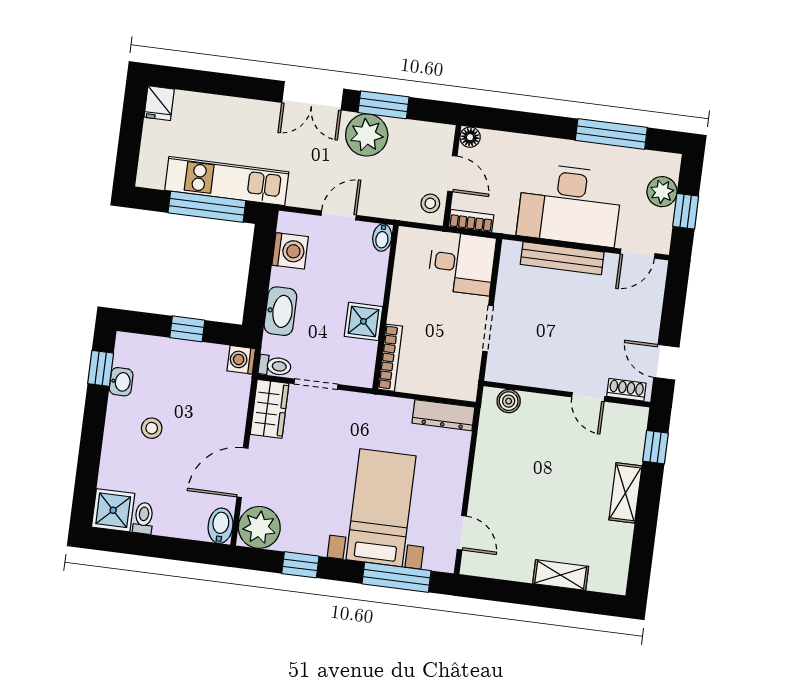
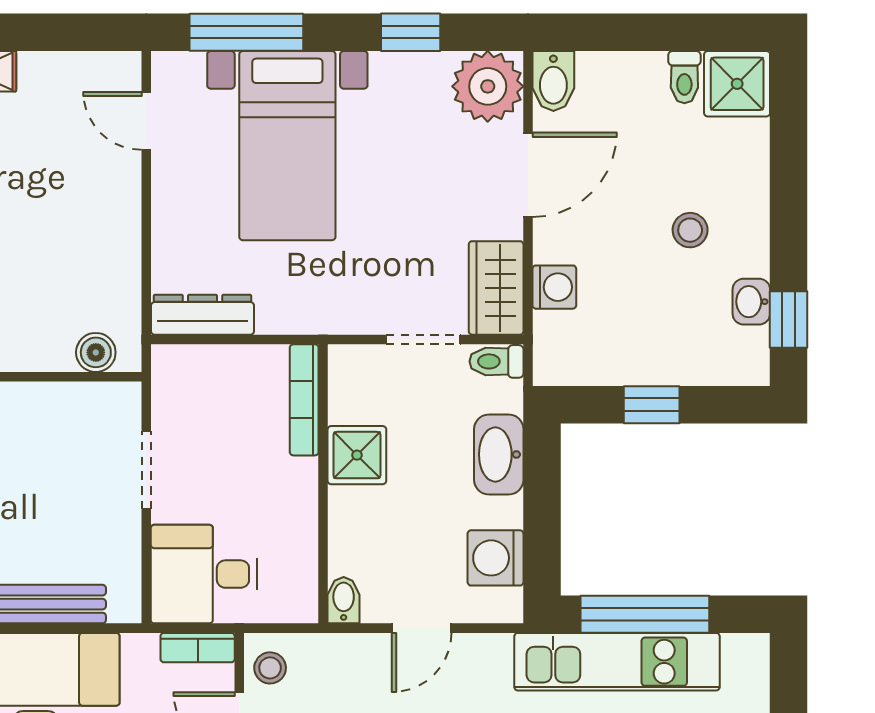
washing machine: (241, 360) -> (554, 287), moved

